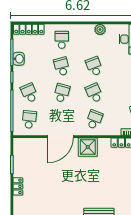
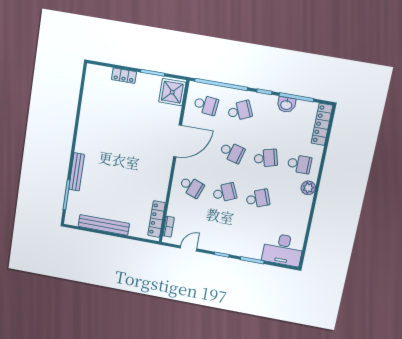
plant: (100, 29) -> (308, 188), moved
door: (61, 137) -> (178, 141), swing flipped
shower: (88, 147) -> (172, 92), moved

